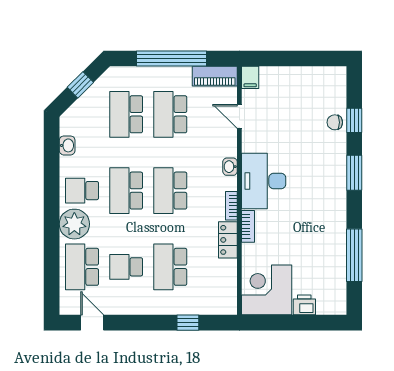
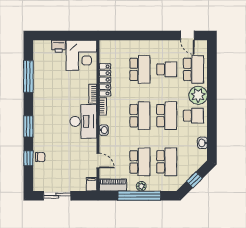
sliding door: (307, 58) -> (57, 196), added
plant: (168, 74) -> (141, 186), added
locker: (228, 240) -> (105, 80), width x1.53
window: (188, 323) -> (129, 36), removed

